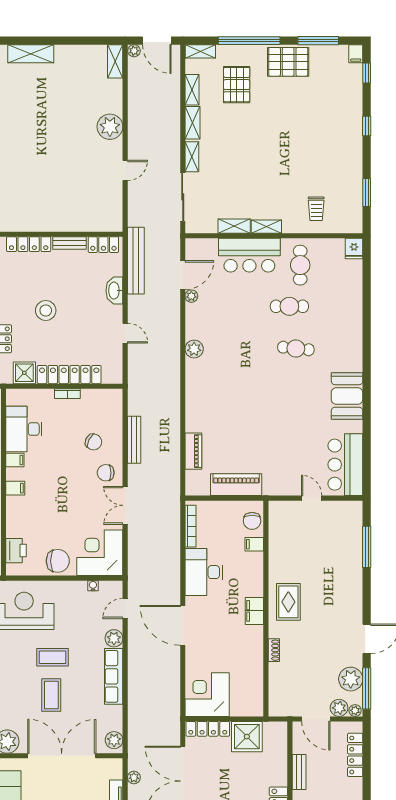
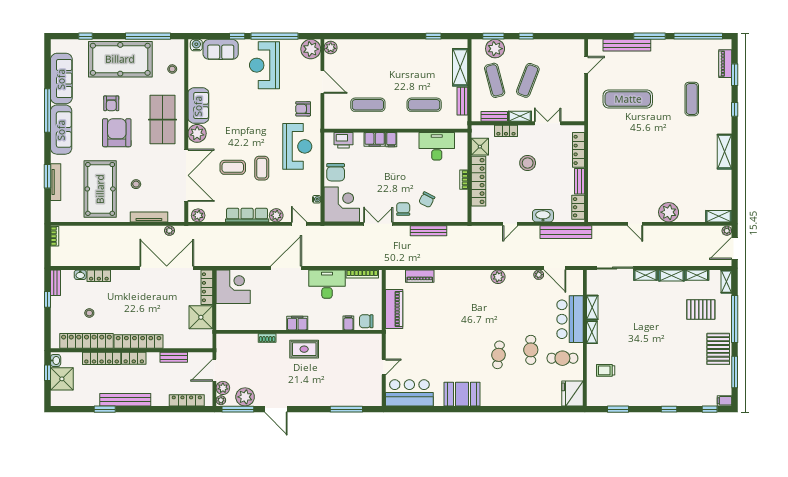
fridge: (354, 249) -> (572, 394), width x1.88, depth x1.34
filing cabinet: (15, 460) -> (375, 139), moved, width x2.00

